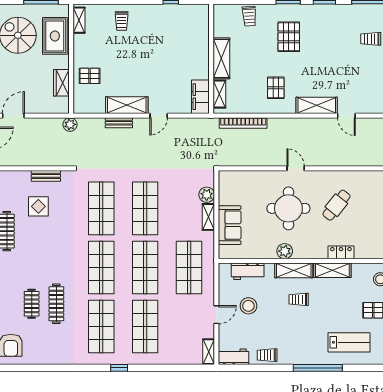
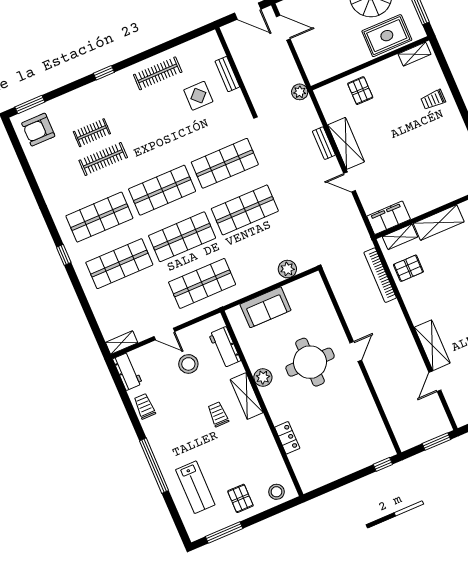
wardrobe: (61, 83) -> (340, 64), removed
pallet: (276, 88) -> (408, 268), moved
bench: (46, 176) -> (227, 74), moved
cafe table: (336, 205) -> (335, 412), removed
shelving: (208, 217) -> (265, 281), removed
shelving: (332, 270) -> (264, 437), removed

